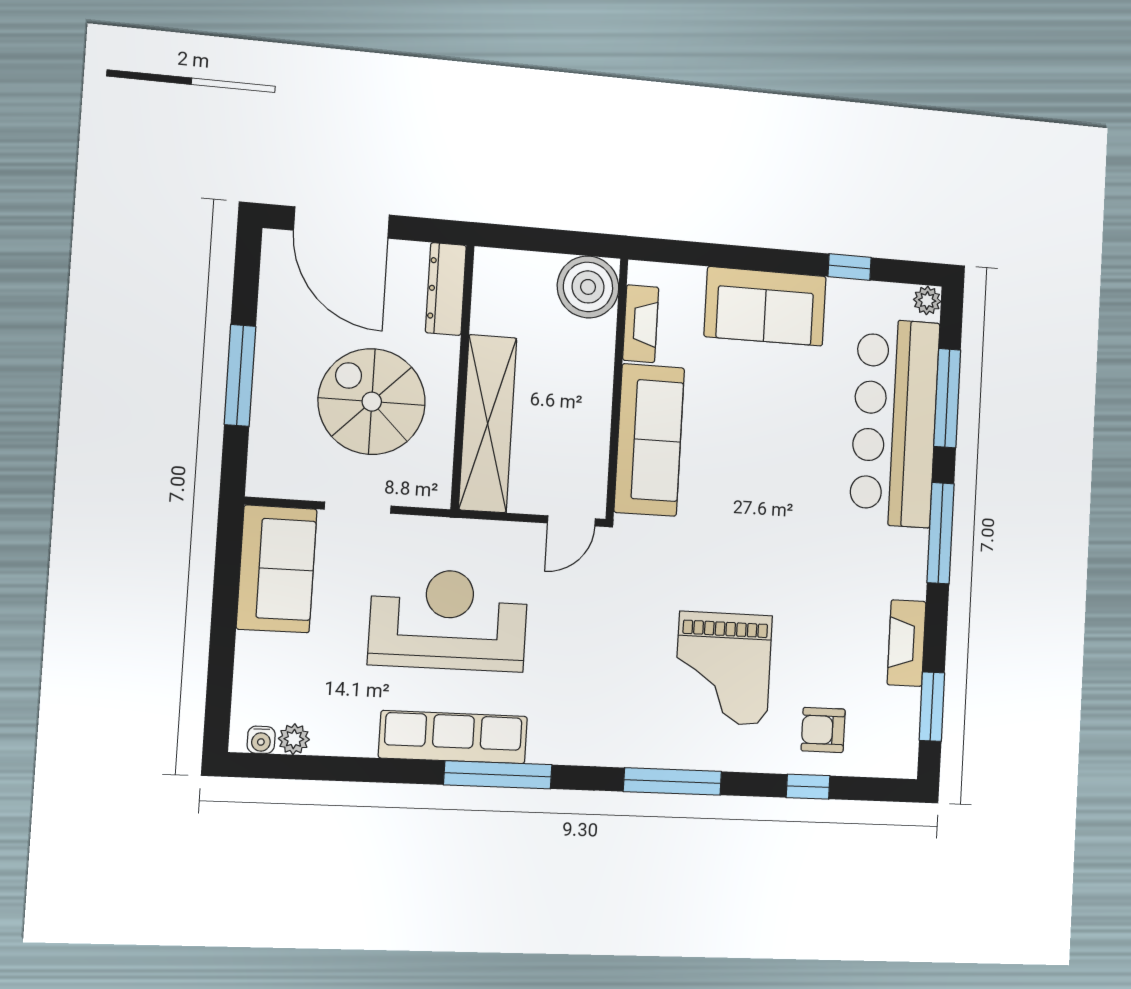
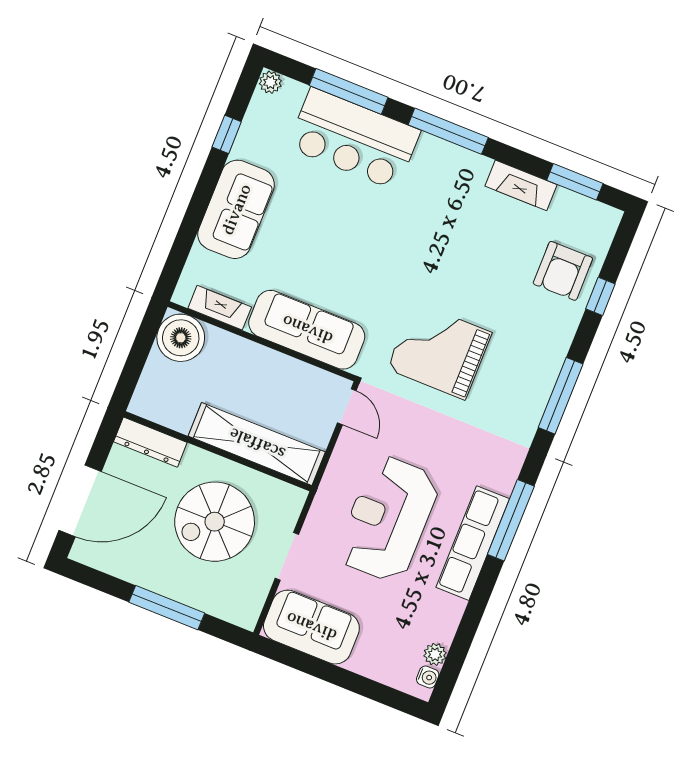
bar counter: (895, 423) -> (354, 139), width x0.73
grand piano: (723, 668) -> (439, 351), moved, turned 180
armchair: (823, 730) -> (563, 271), width x1.38, depth x1.38

